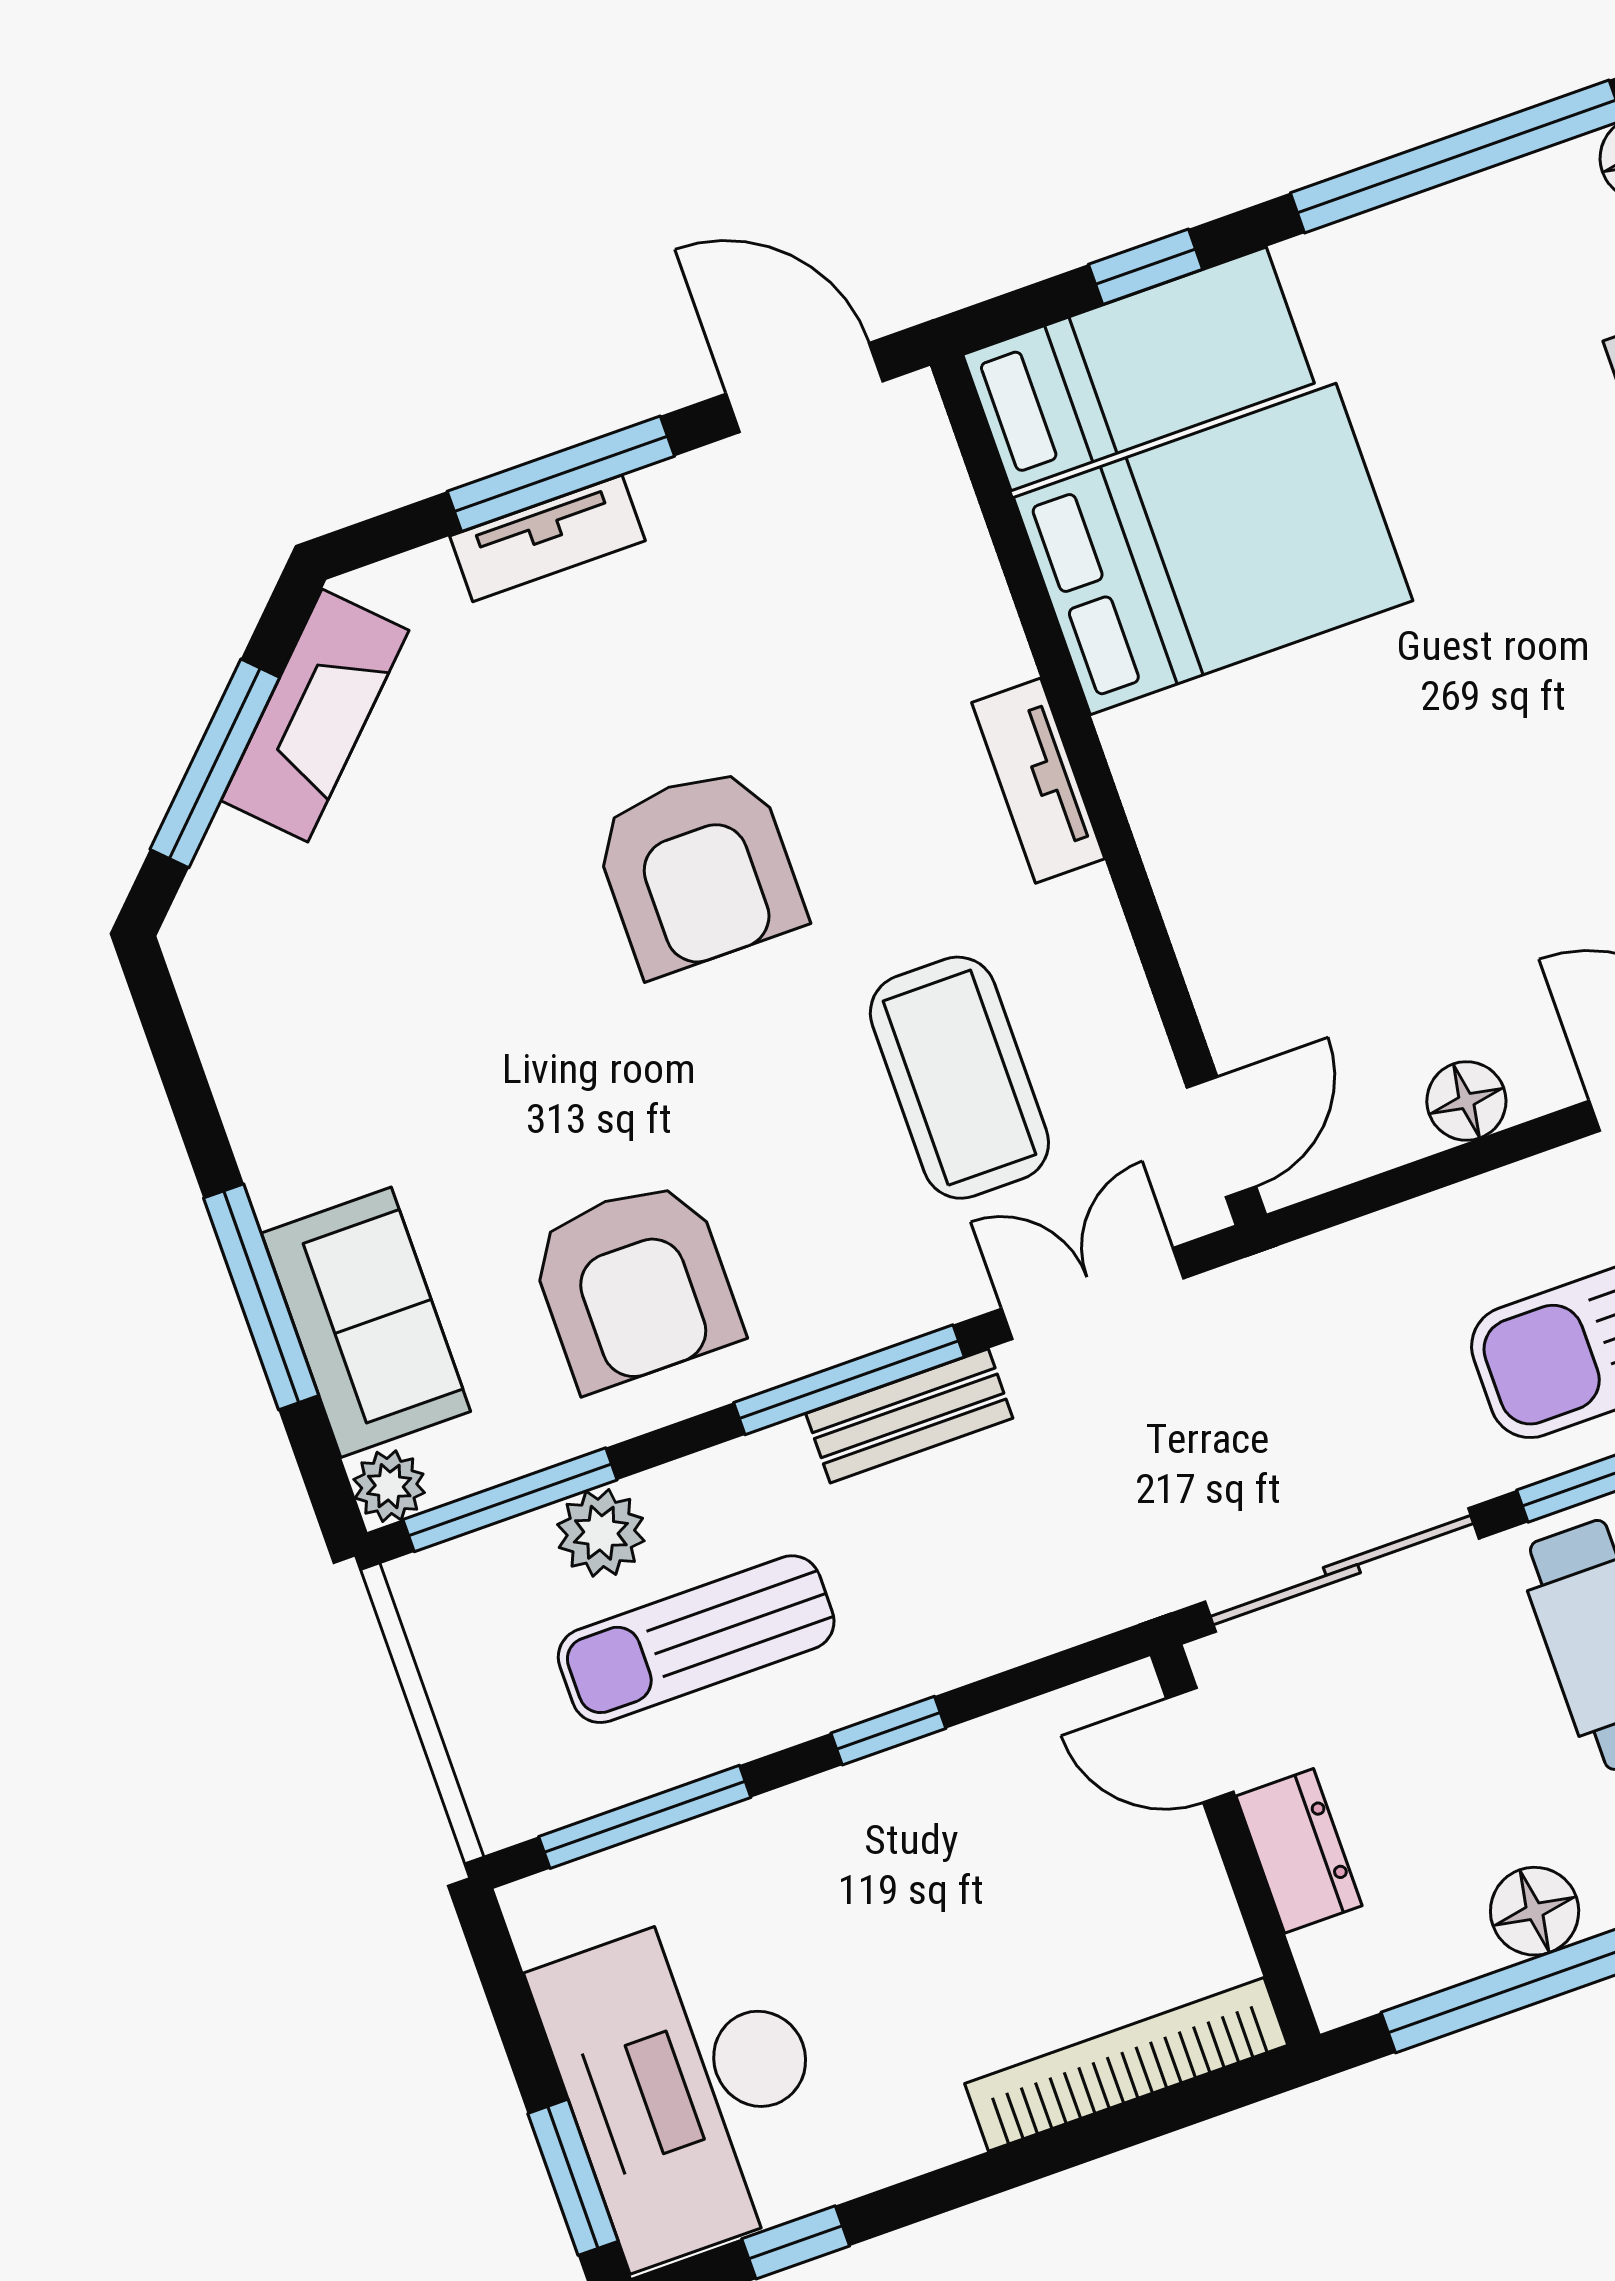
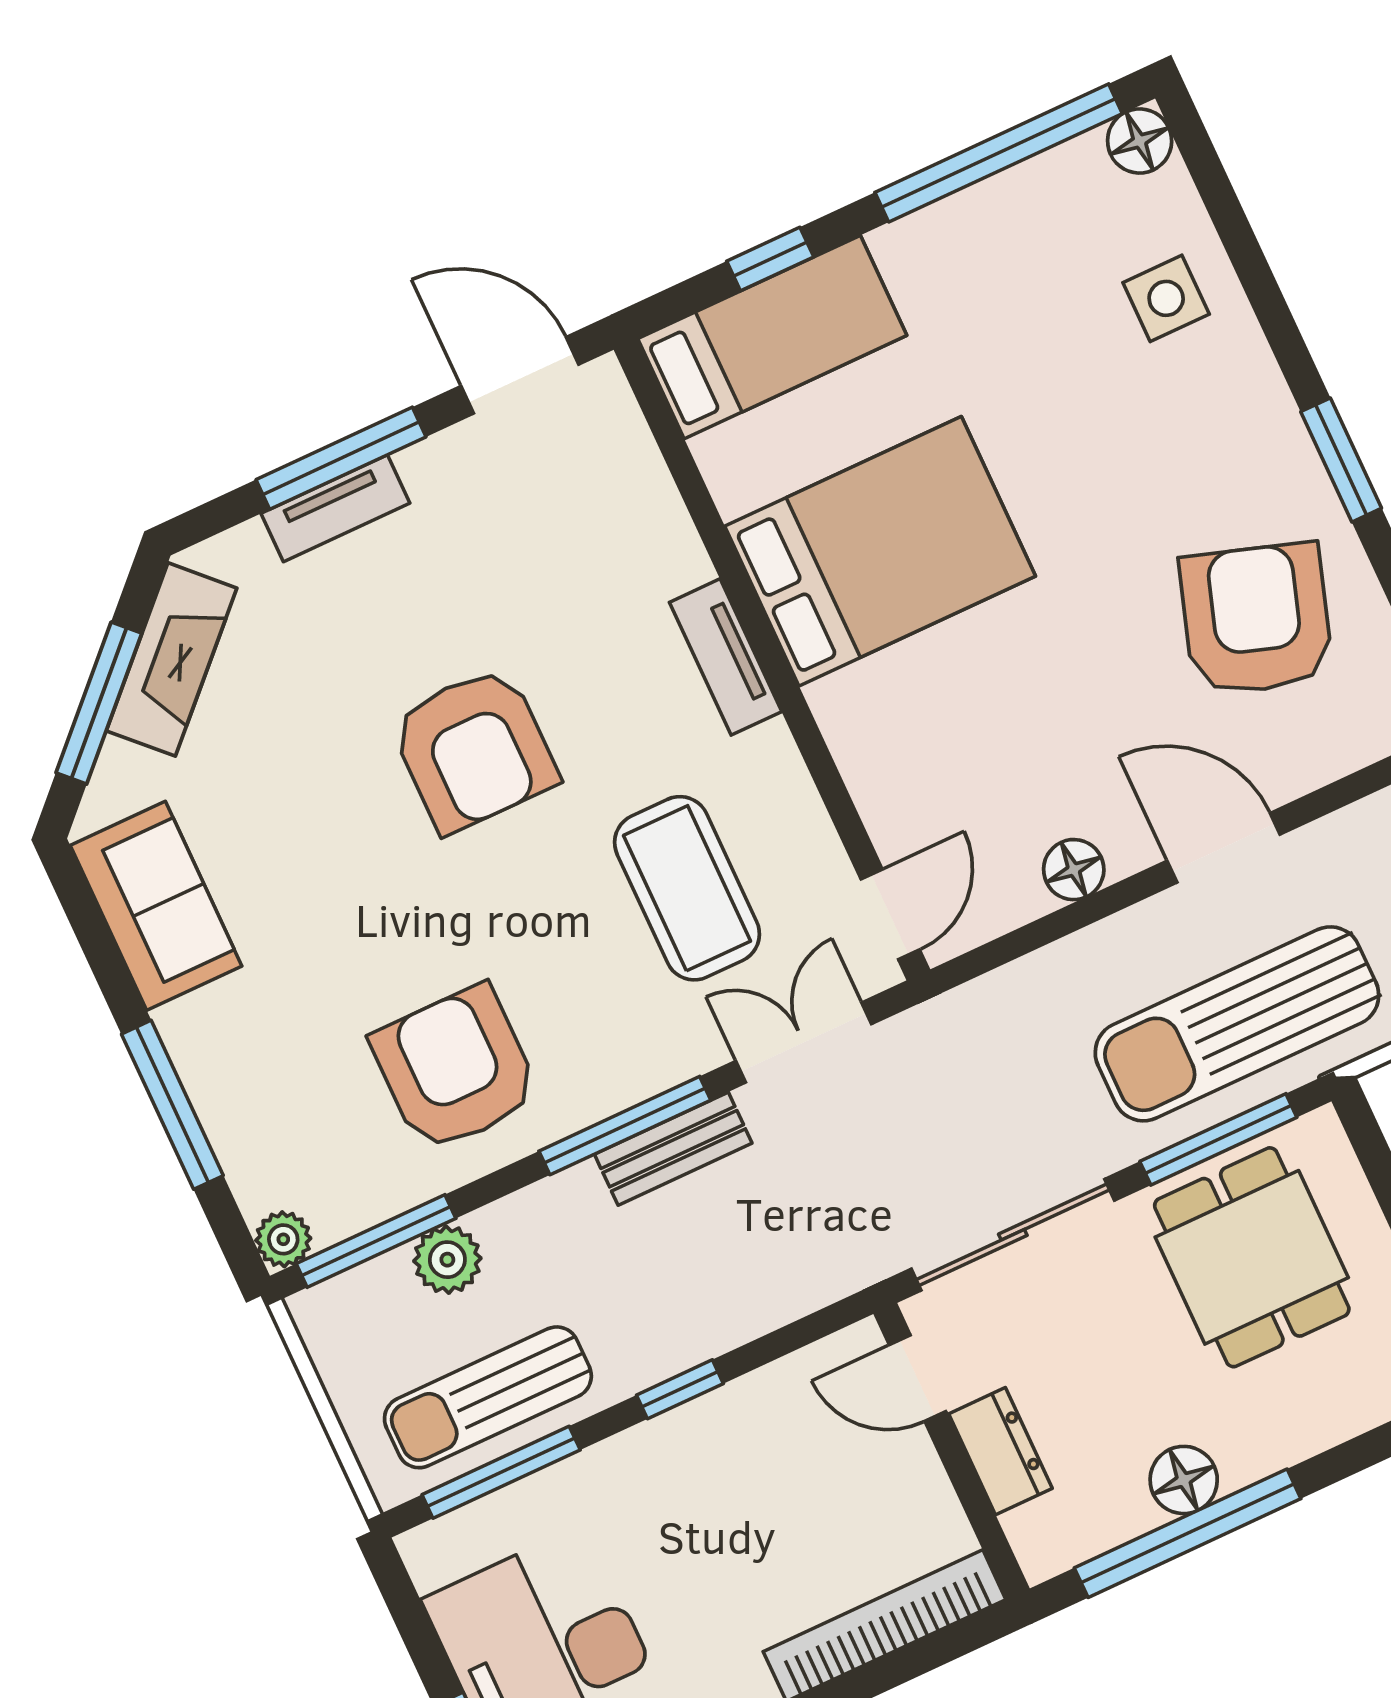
bed: (1213, 549) -> (880, 551), moved
armchair: (635, 1285) -> (455, 1069), turned 180
sofa: (366, 1322) -> (156, 906), moved
sun lounger: (696, 1639) -> (488, 1397), moved

